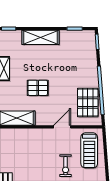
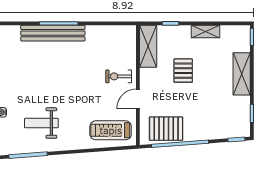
door: (62, 127) -> (138, 99), swing flipped
exercise bike: (66, 166) -> (119, 76), moved

